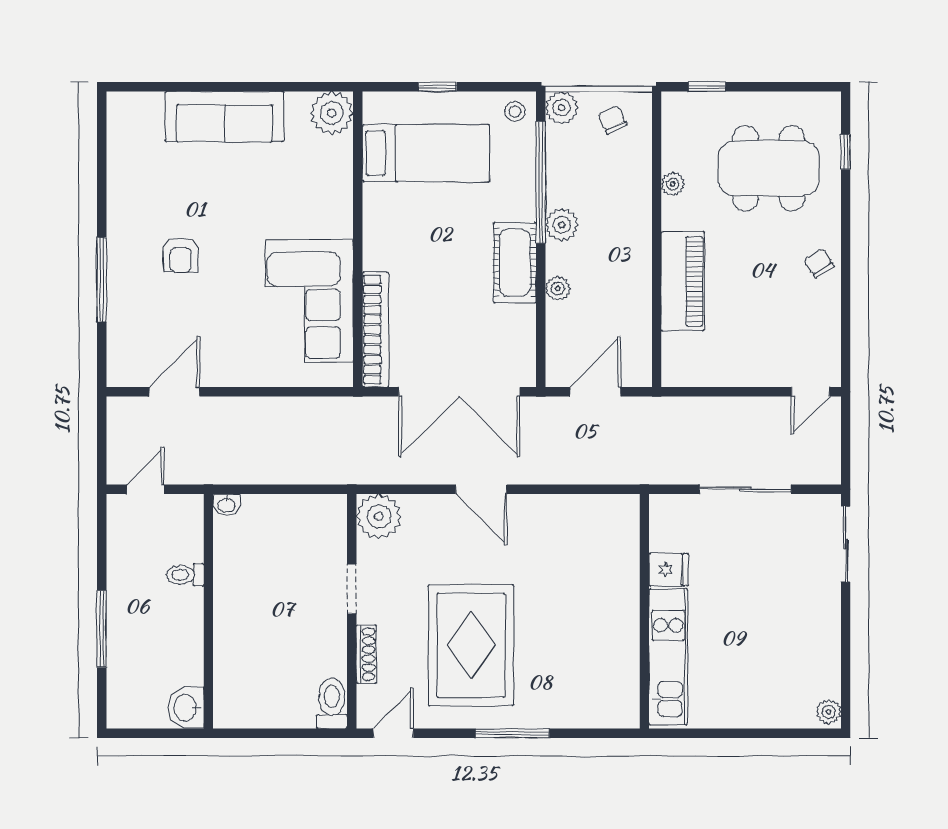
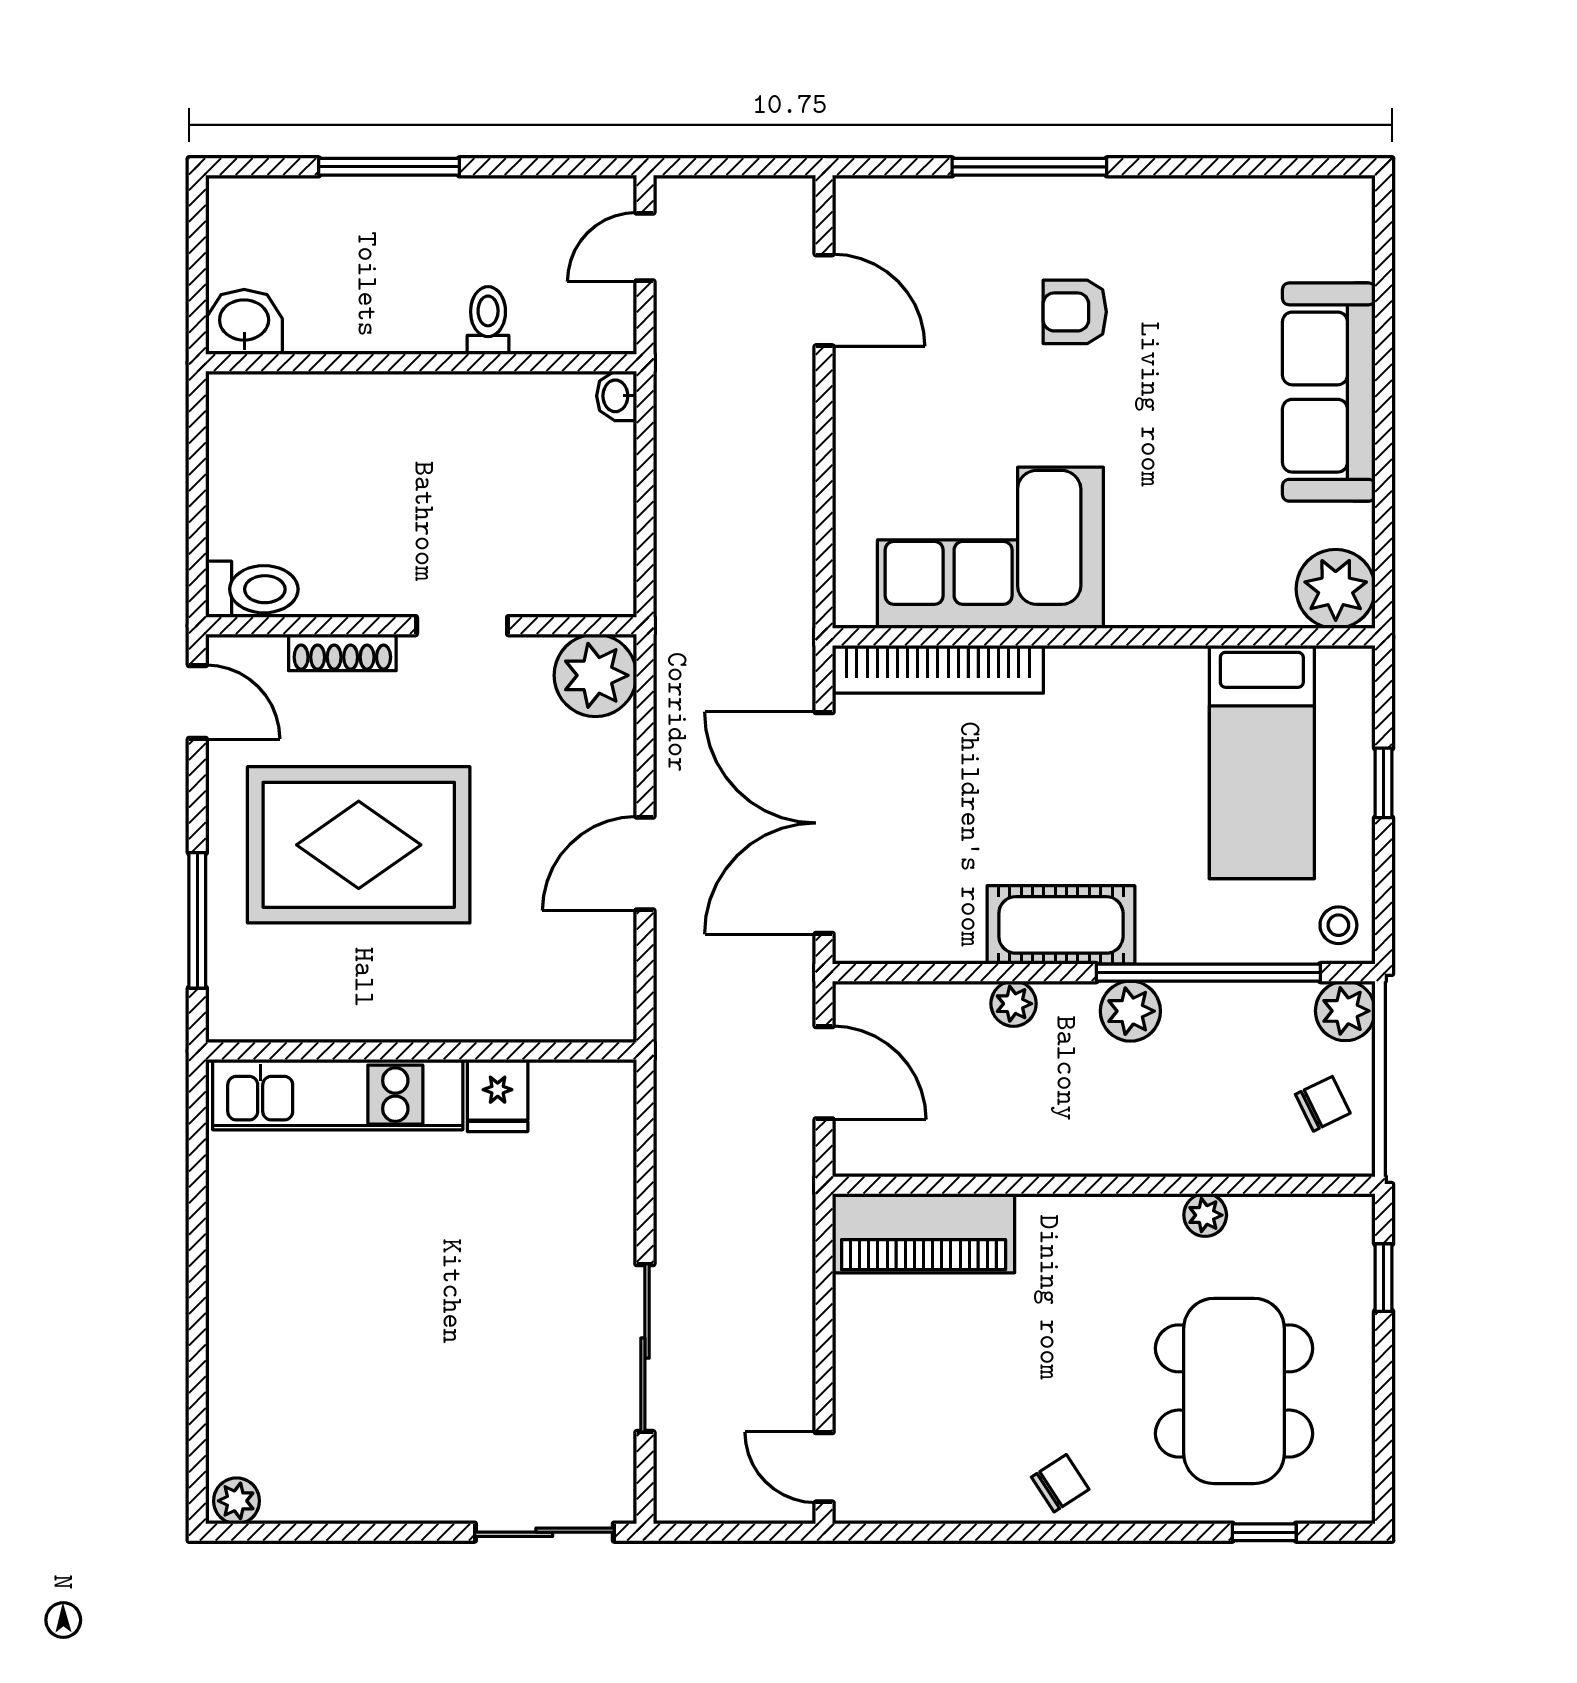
piano: (683, 281) -> (924, 1233), moved
door: (145, 489) -> (645, 247), swing flipped
fridge: (669, 570) -> (498, 1095), moved
wall: (644, 611) -> (421, 1051), moved
kitchen unit: (668, 657) -> (338, 1095), moved

